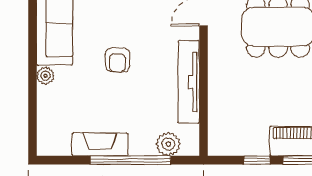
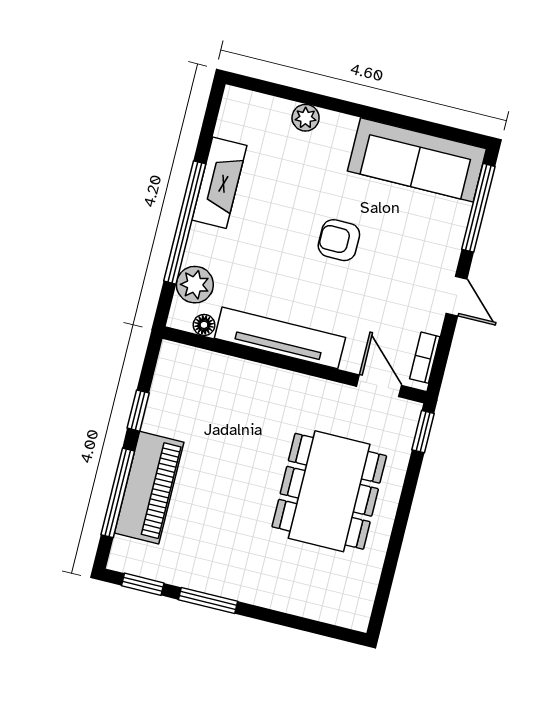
plant: (45, 76) -> (306, 118), moved
floor lamp: (192, 132) -> (204, 325), added

